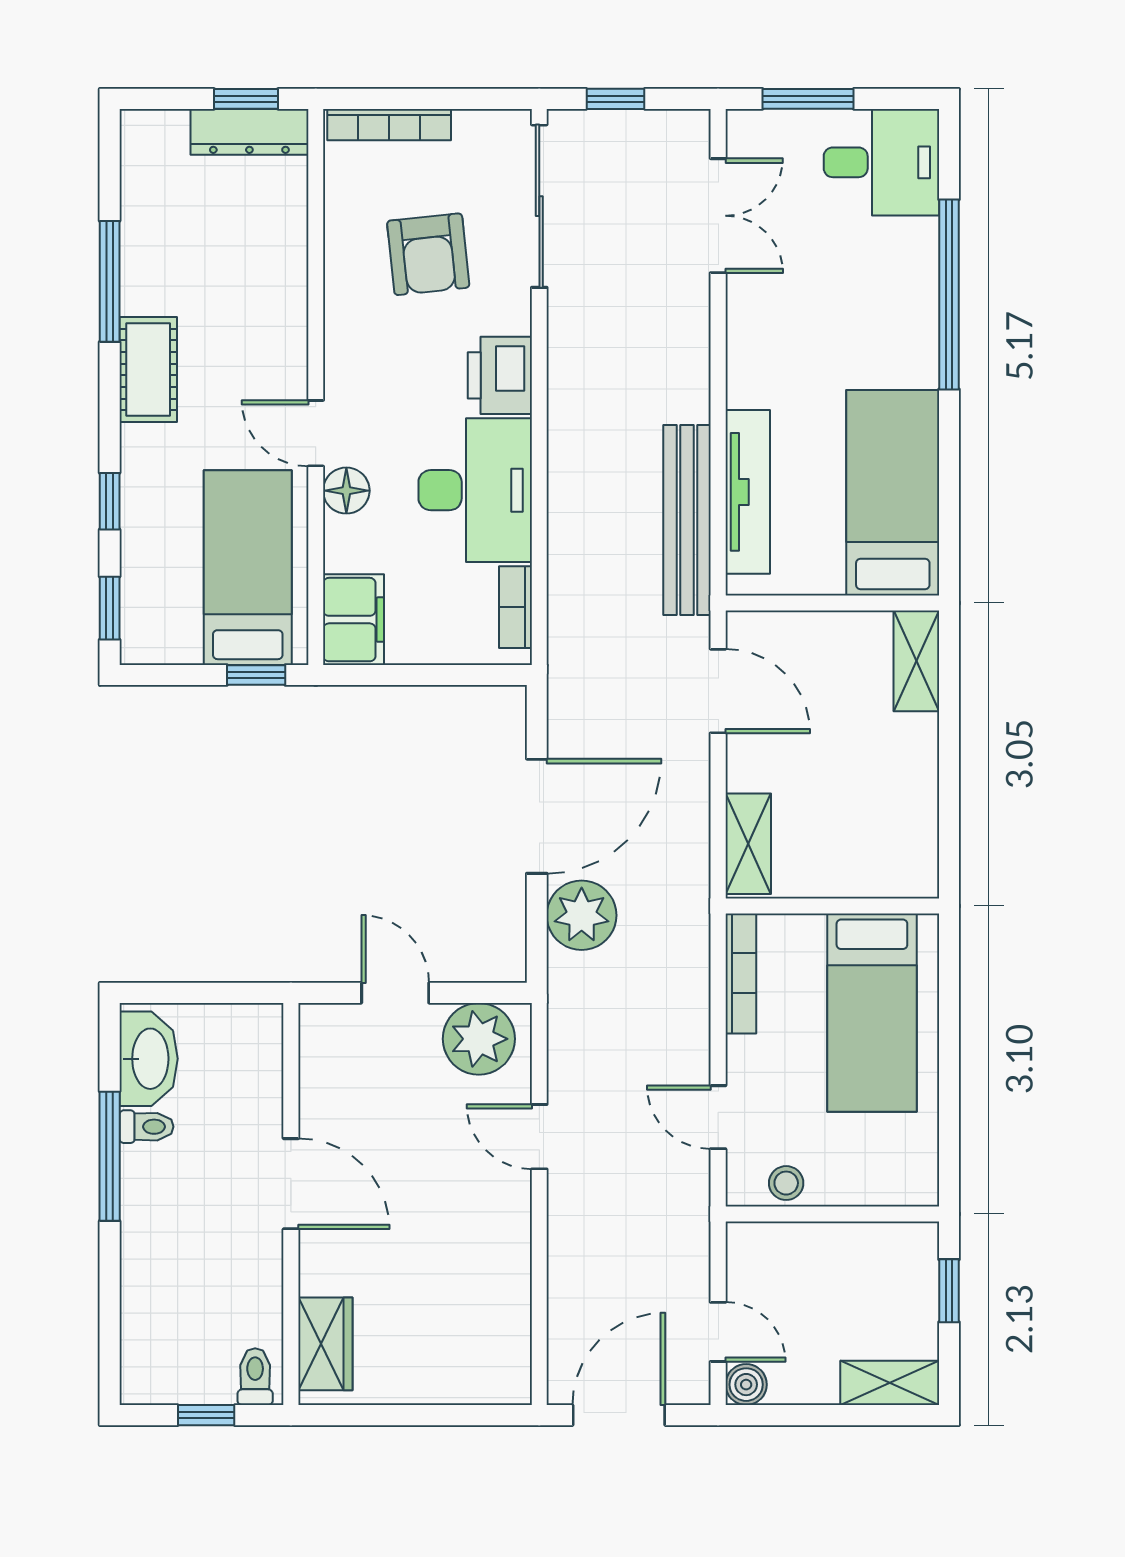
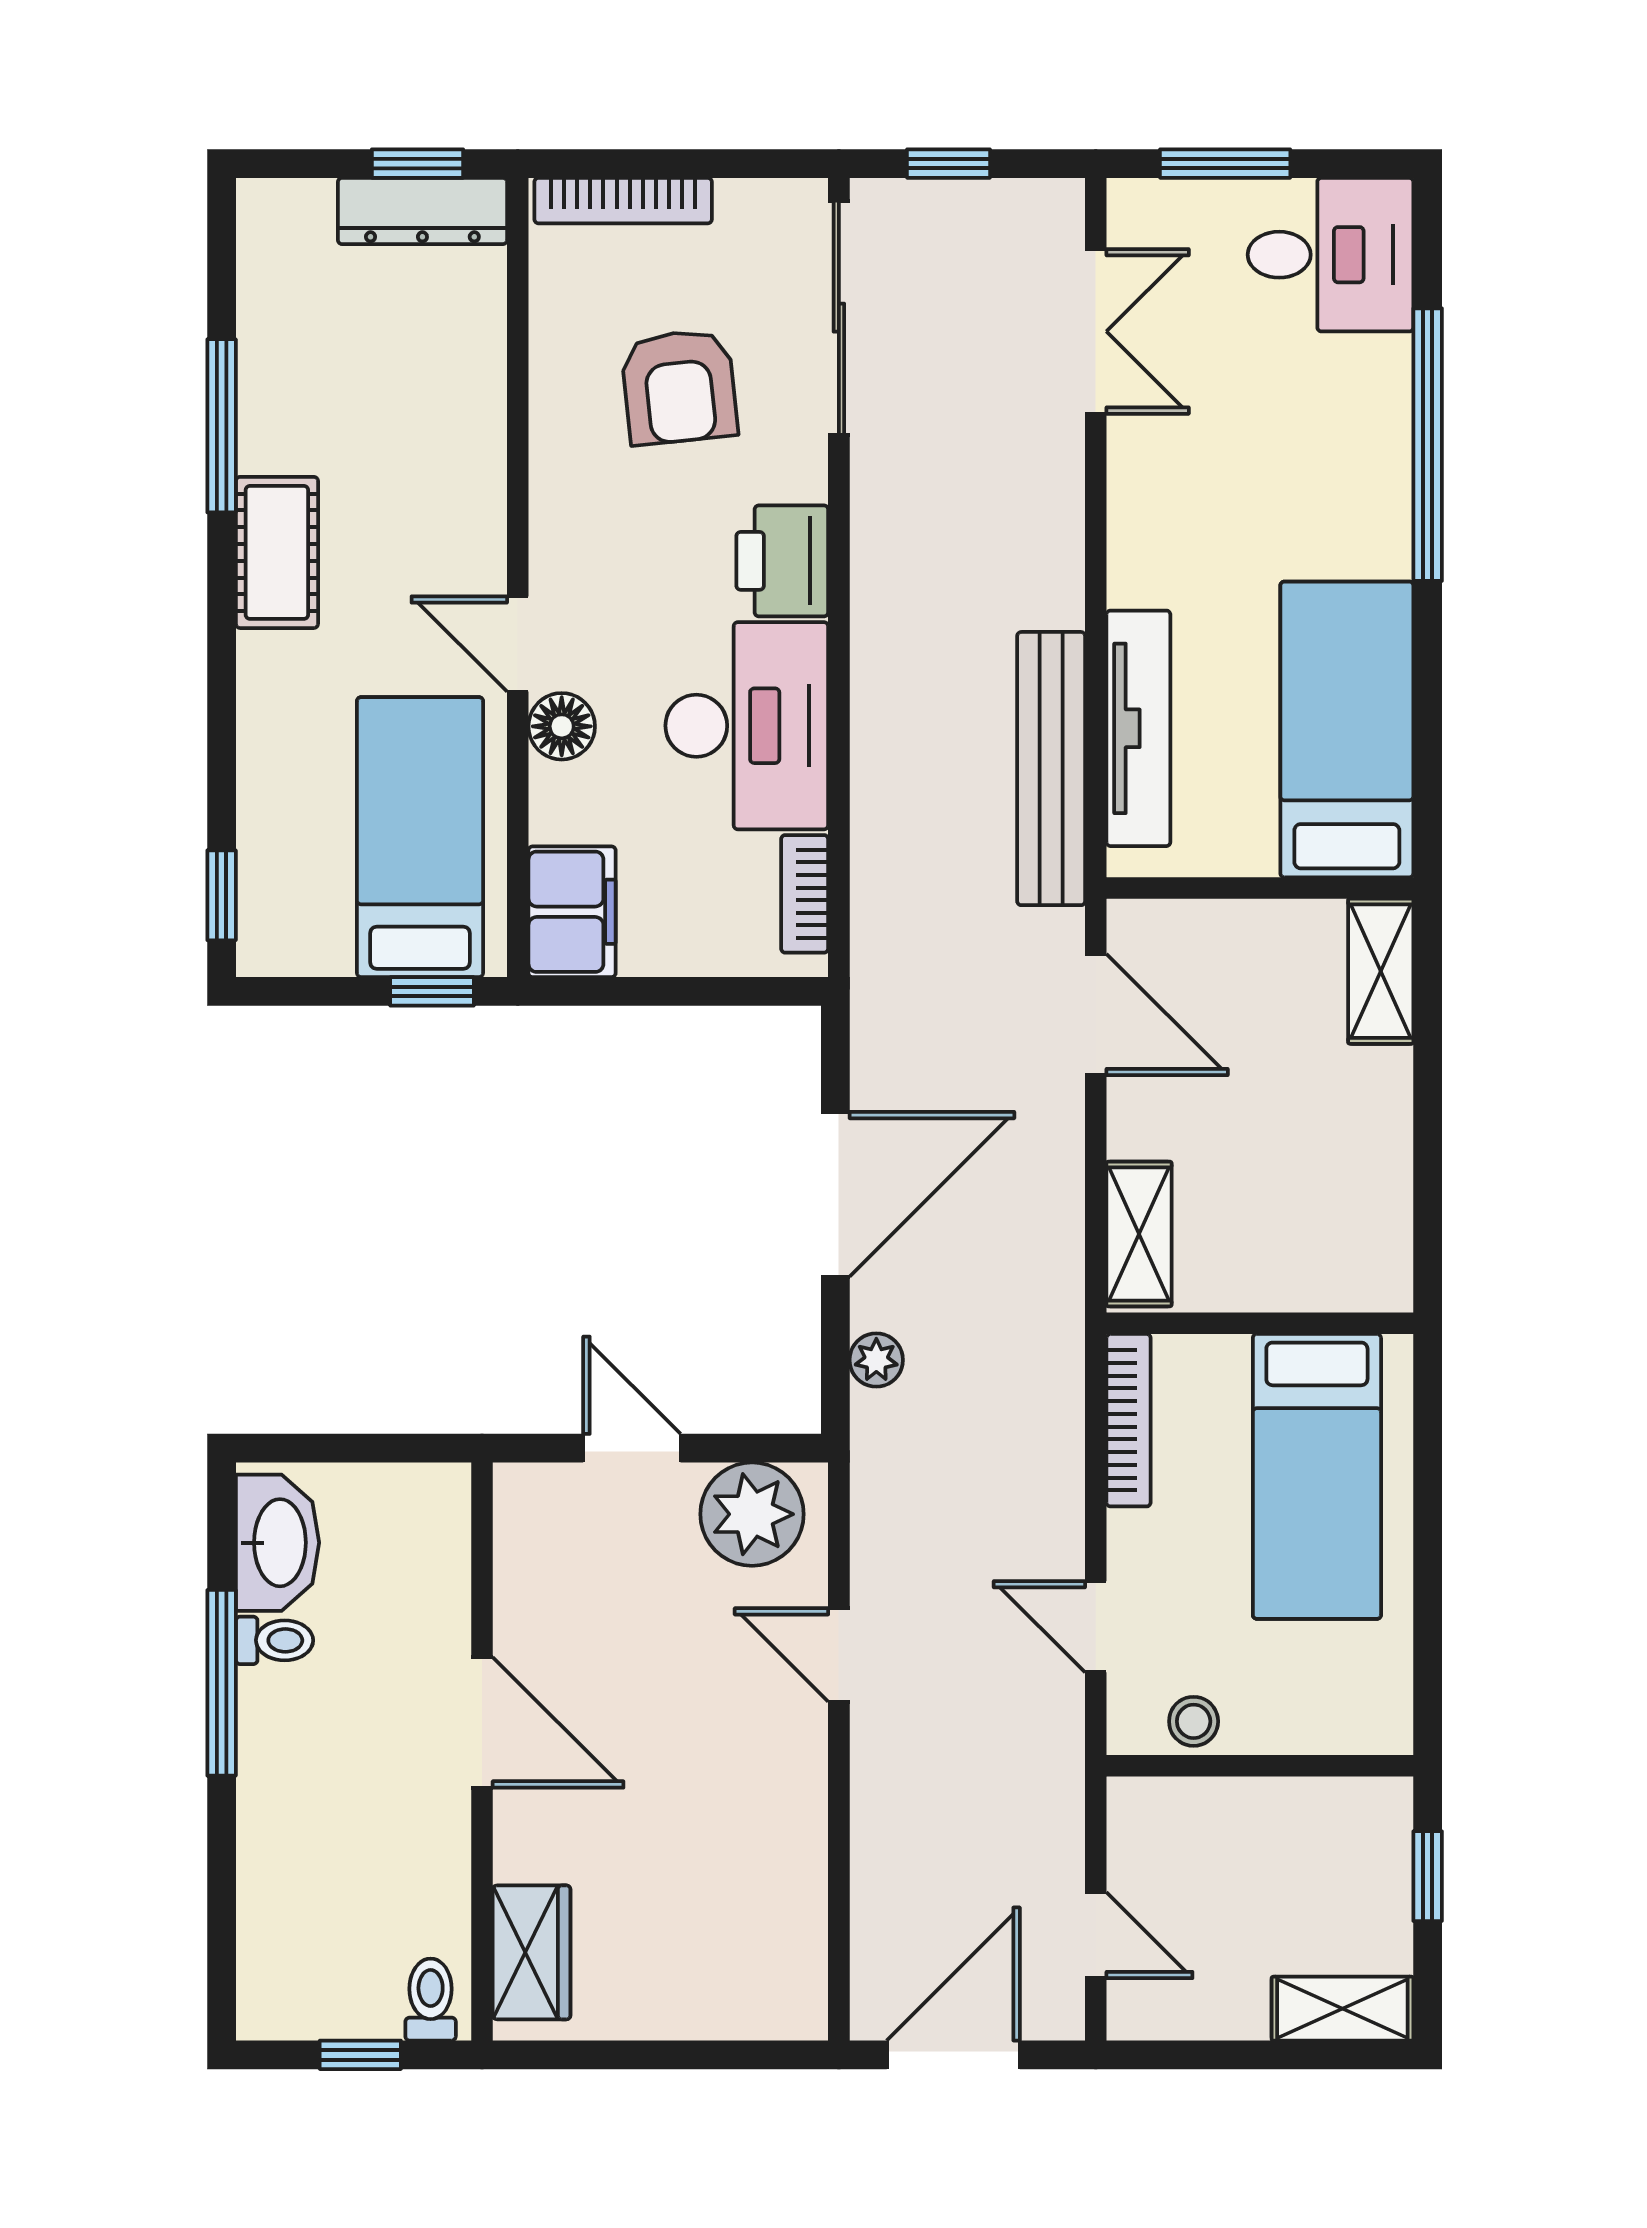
window: (110, 501) -> (222, 742), removed
plant: (582, 915) -> (876, 1360), width x0.53, depth x0.53
boiler: (746, 1385) -> (1136, 2011), removed

